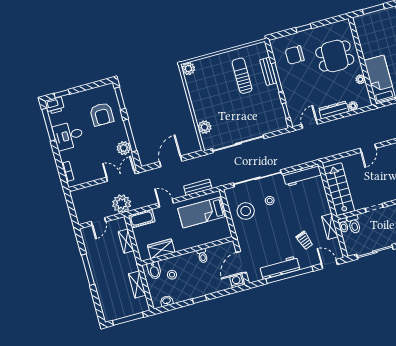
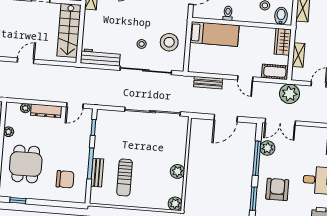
window: (304, 28) -> (18, 200), moved
dining table: (335, 56) -> (26, 164), turned 90
plant: (205, 127) -> (177, 171), moved
bed: (202, 212) -> (214, 34), moved
wardrobe: (161, 249) -> (283, 42), moved, turned 90

